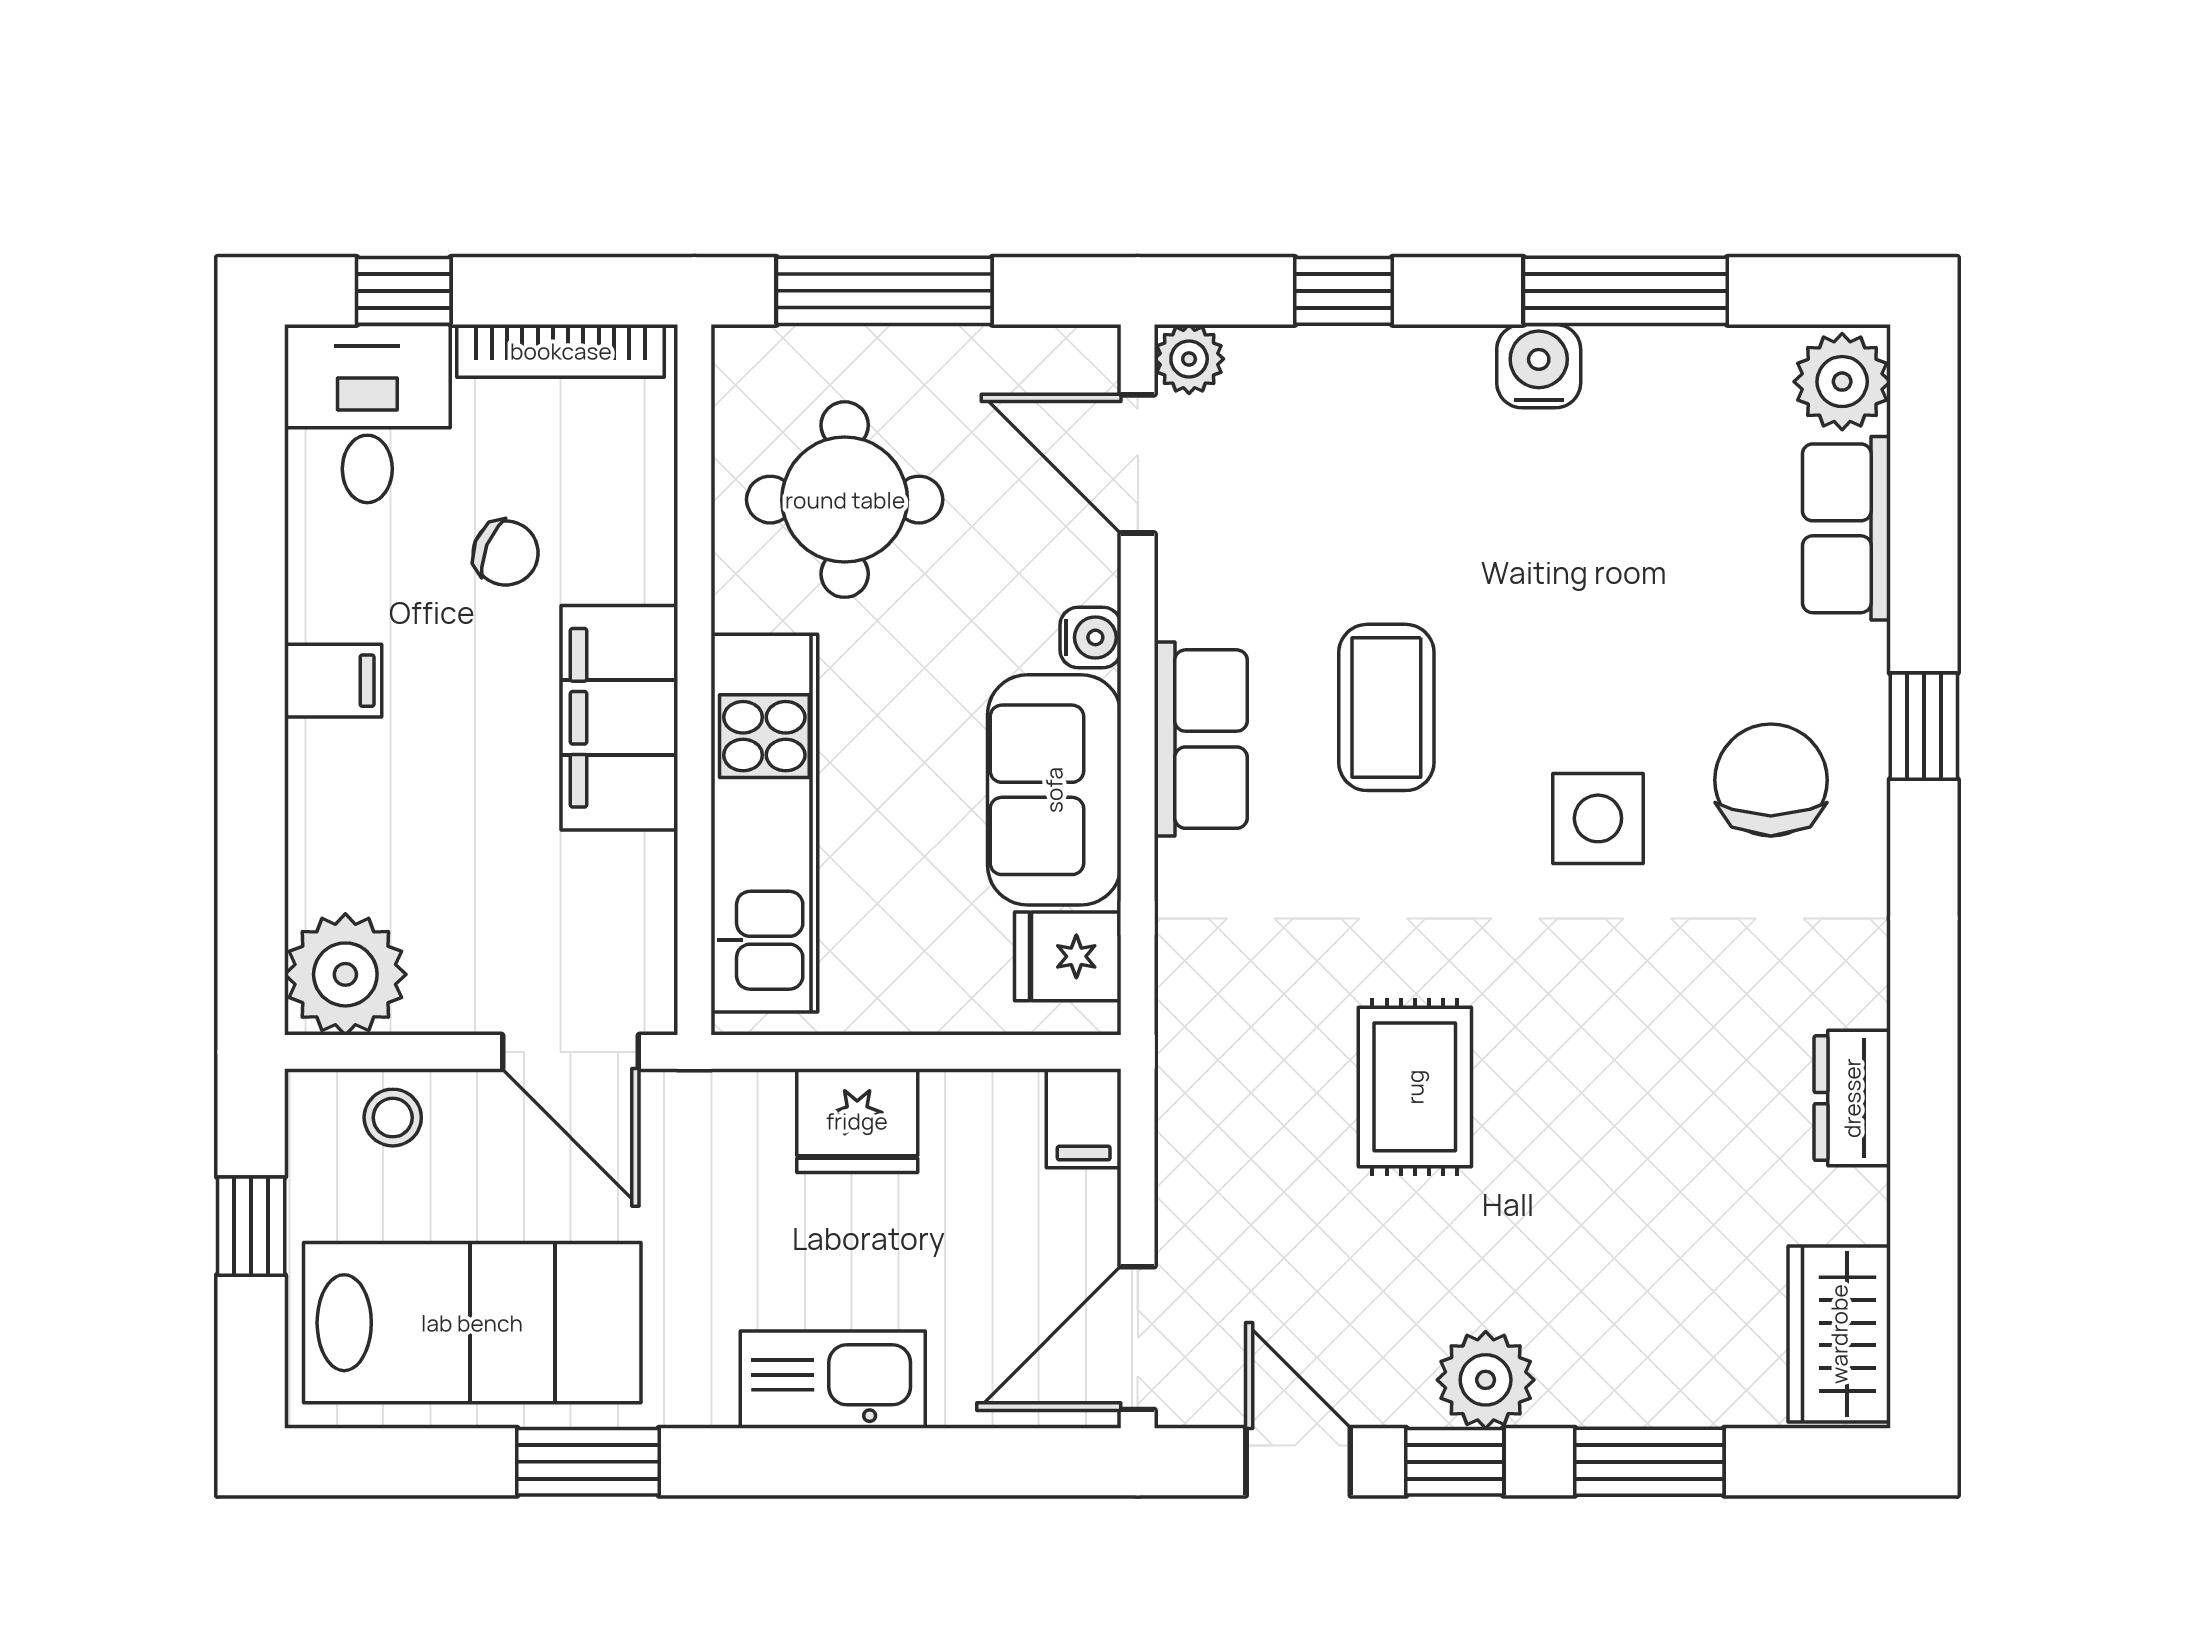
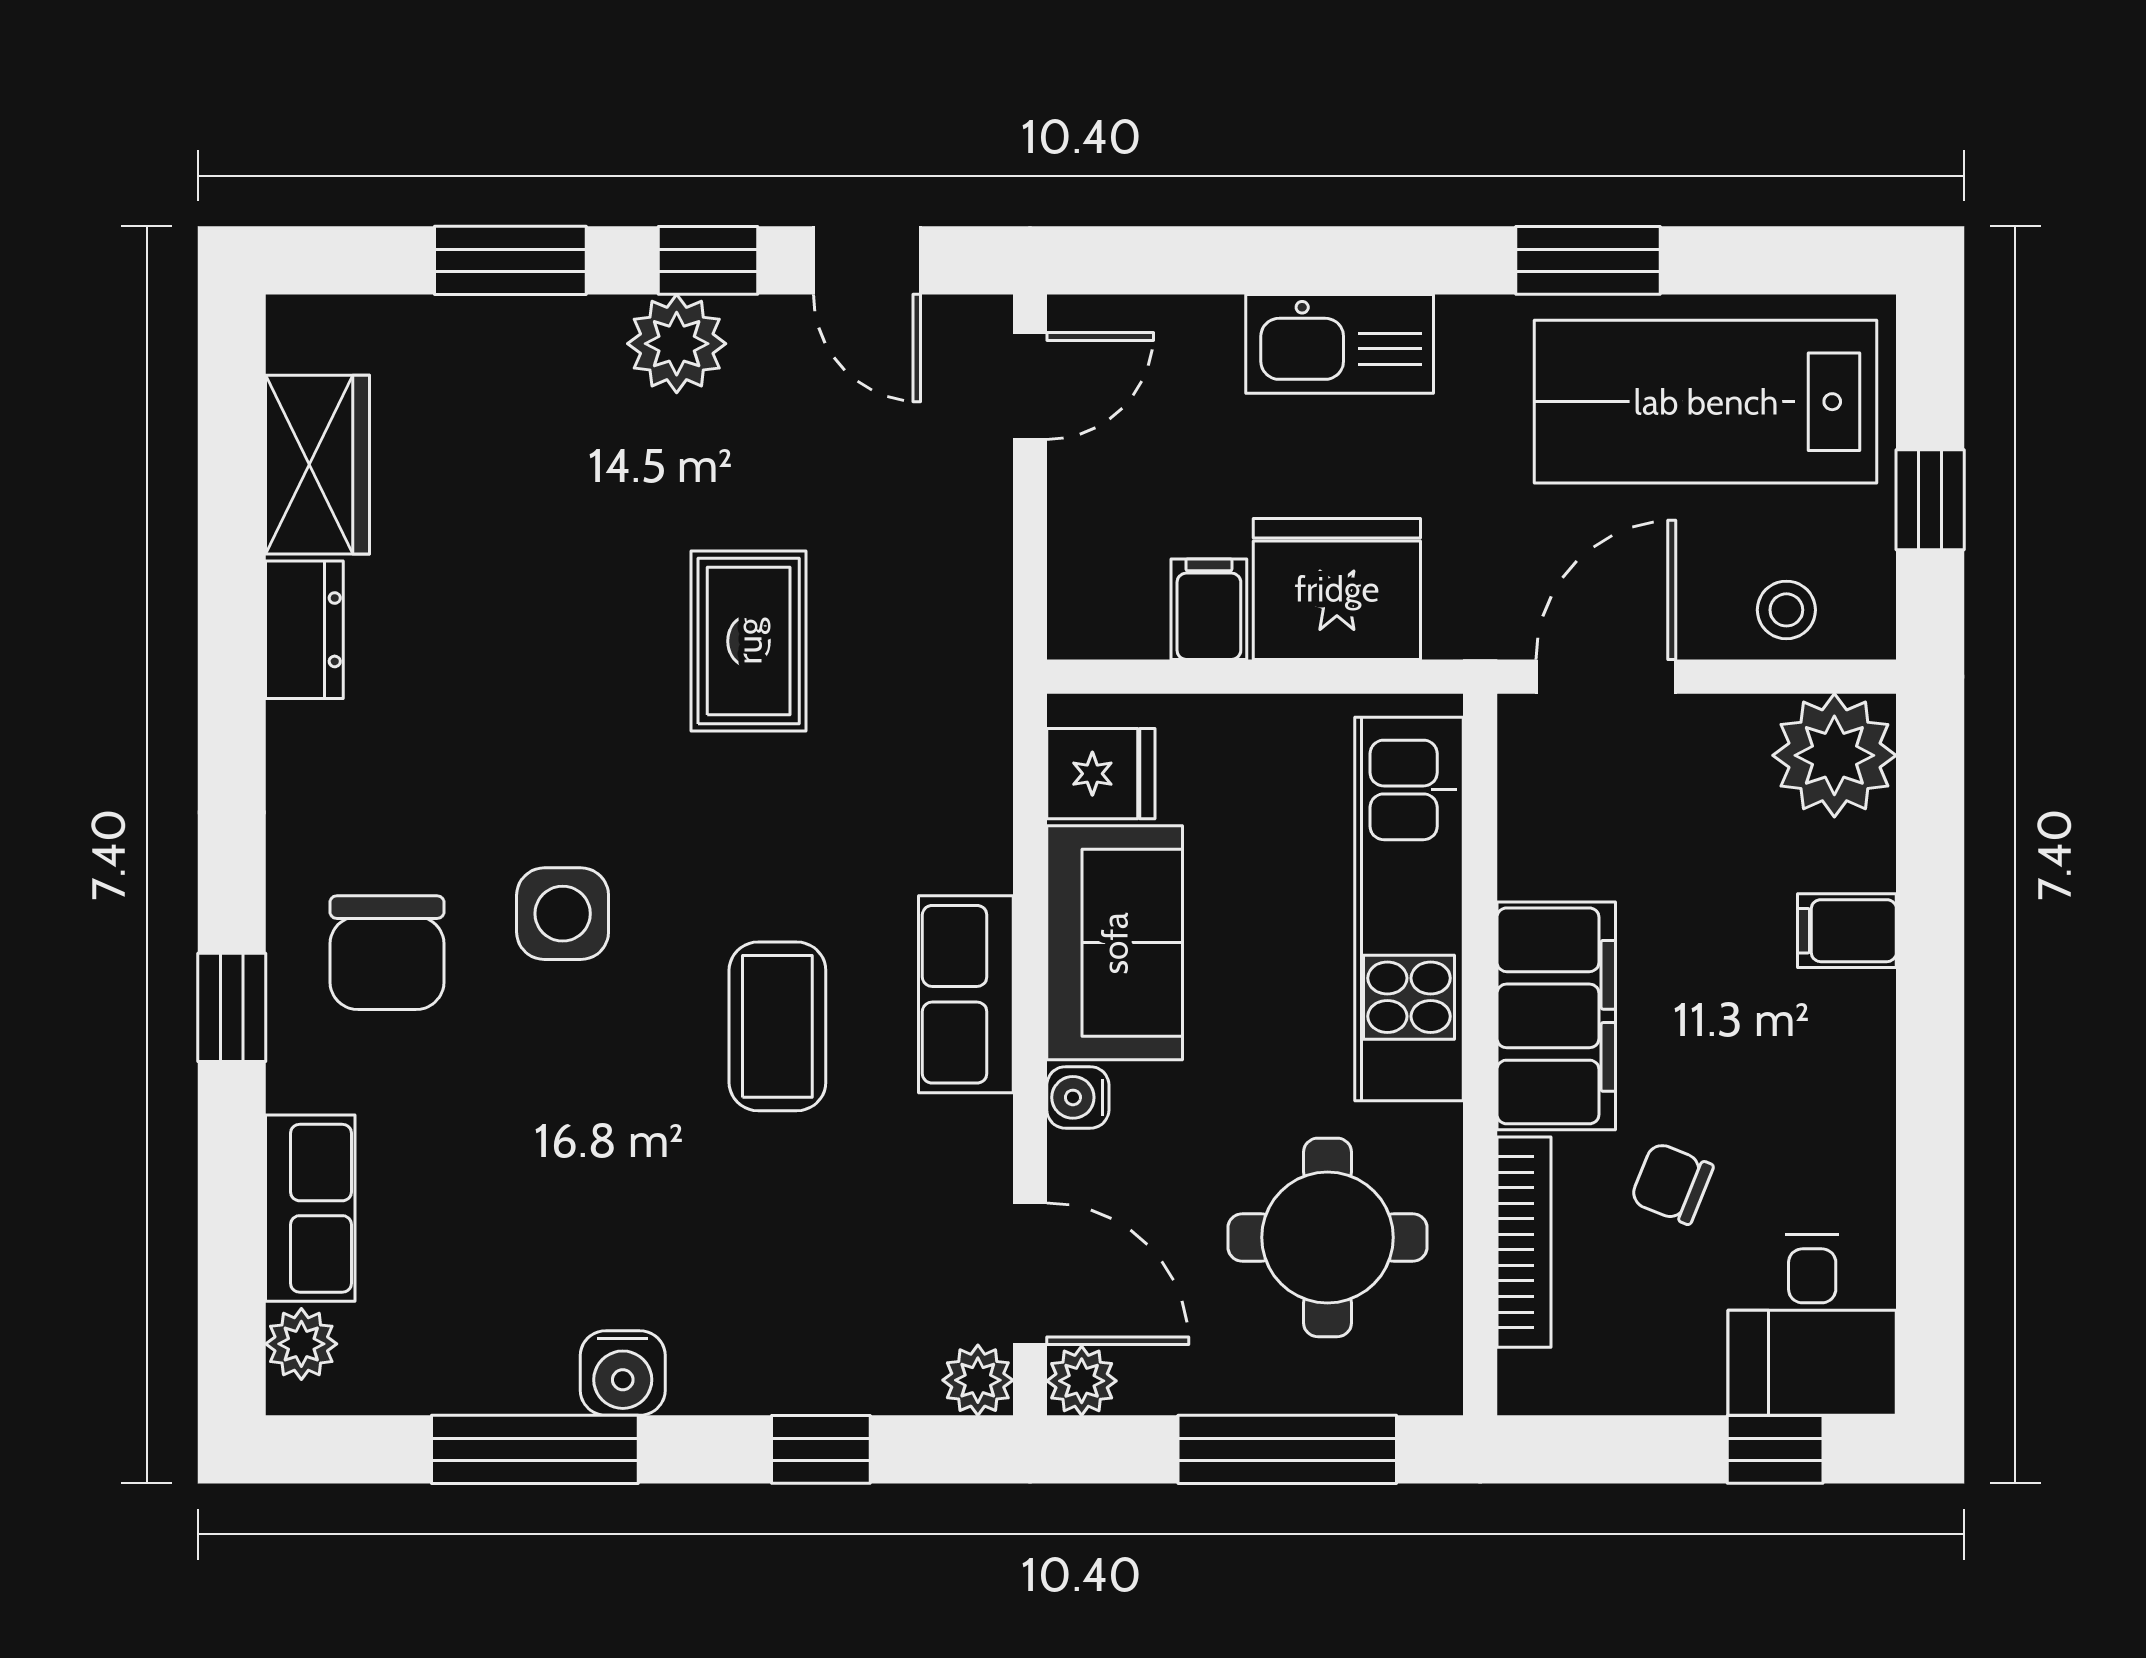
bookcase: (561, 351) -> (1524, 1242), moved, turned 90
plant: (1087, 358) -> (1082, 1381), added
plant: (1842, 382) -> (301, 1344), width x0.73, depth x0.73
filing cabinet: (333, 681) -> (1847, 931), moved
door: (571, 1052) -> (1606, 677), hinge flipped
filing cabinet: (1084, 1118) -> (1209, 609), moved
fridge: (857, 1121) -> (1337, 589), width x1.36, depth x1.34
wardrobe: (1839, 1334) -> (318, 465), moved
door: (1138, 1338) -> (1030, 386), width x0.73

